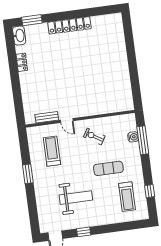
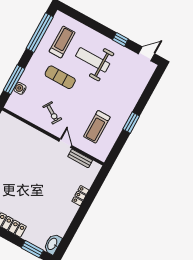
locker: (22, 62) -> (80, 196), moved
window: (150, 191) -> (40, 33), width x3.17
weight bench: (76, 198) -> (93, 60), moved

